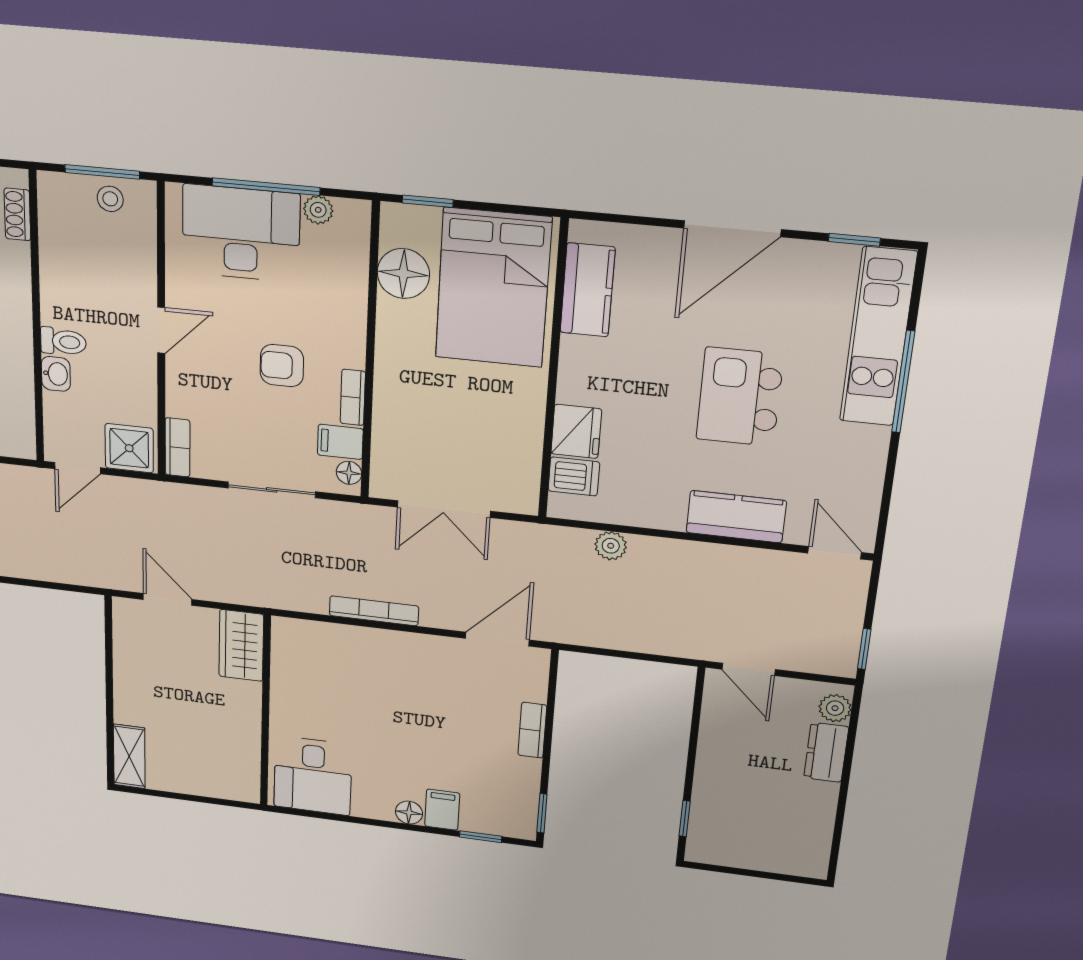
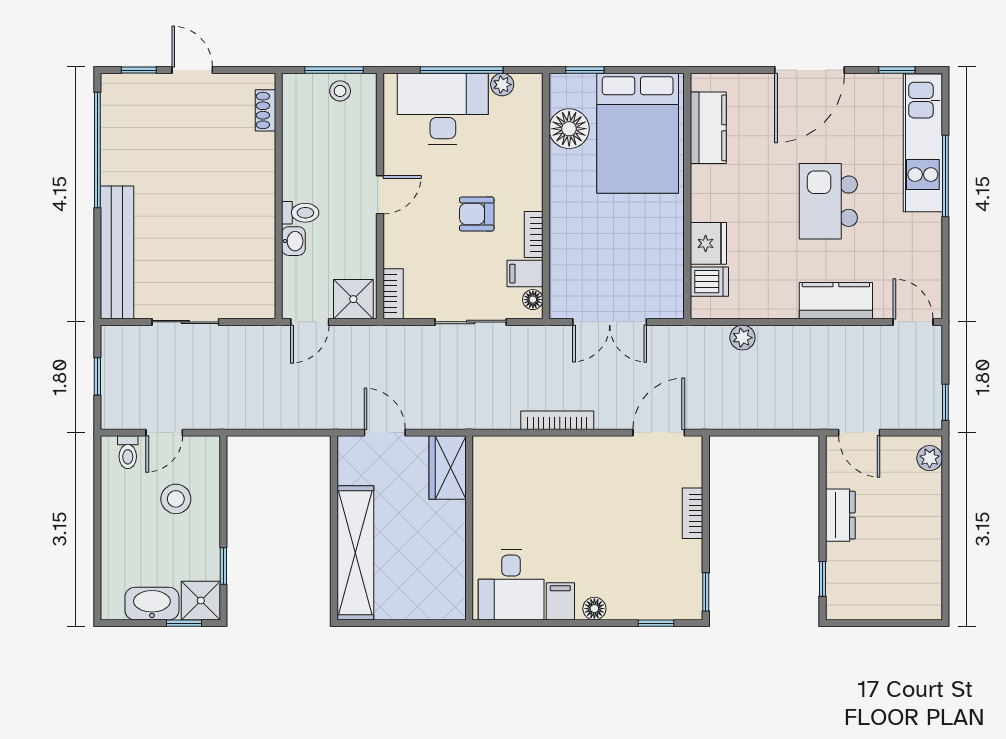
dresser: (826, 752) -> (840, 515), moved, turned 180
shelving: (129, 756) -> (355, 553), width x2.20, depth x1.33
filing cabinet: (442, 810) -> (560, 601), moved

